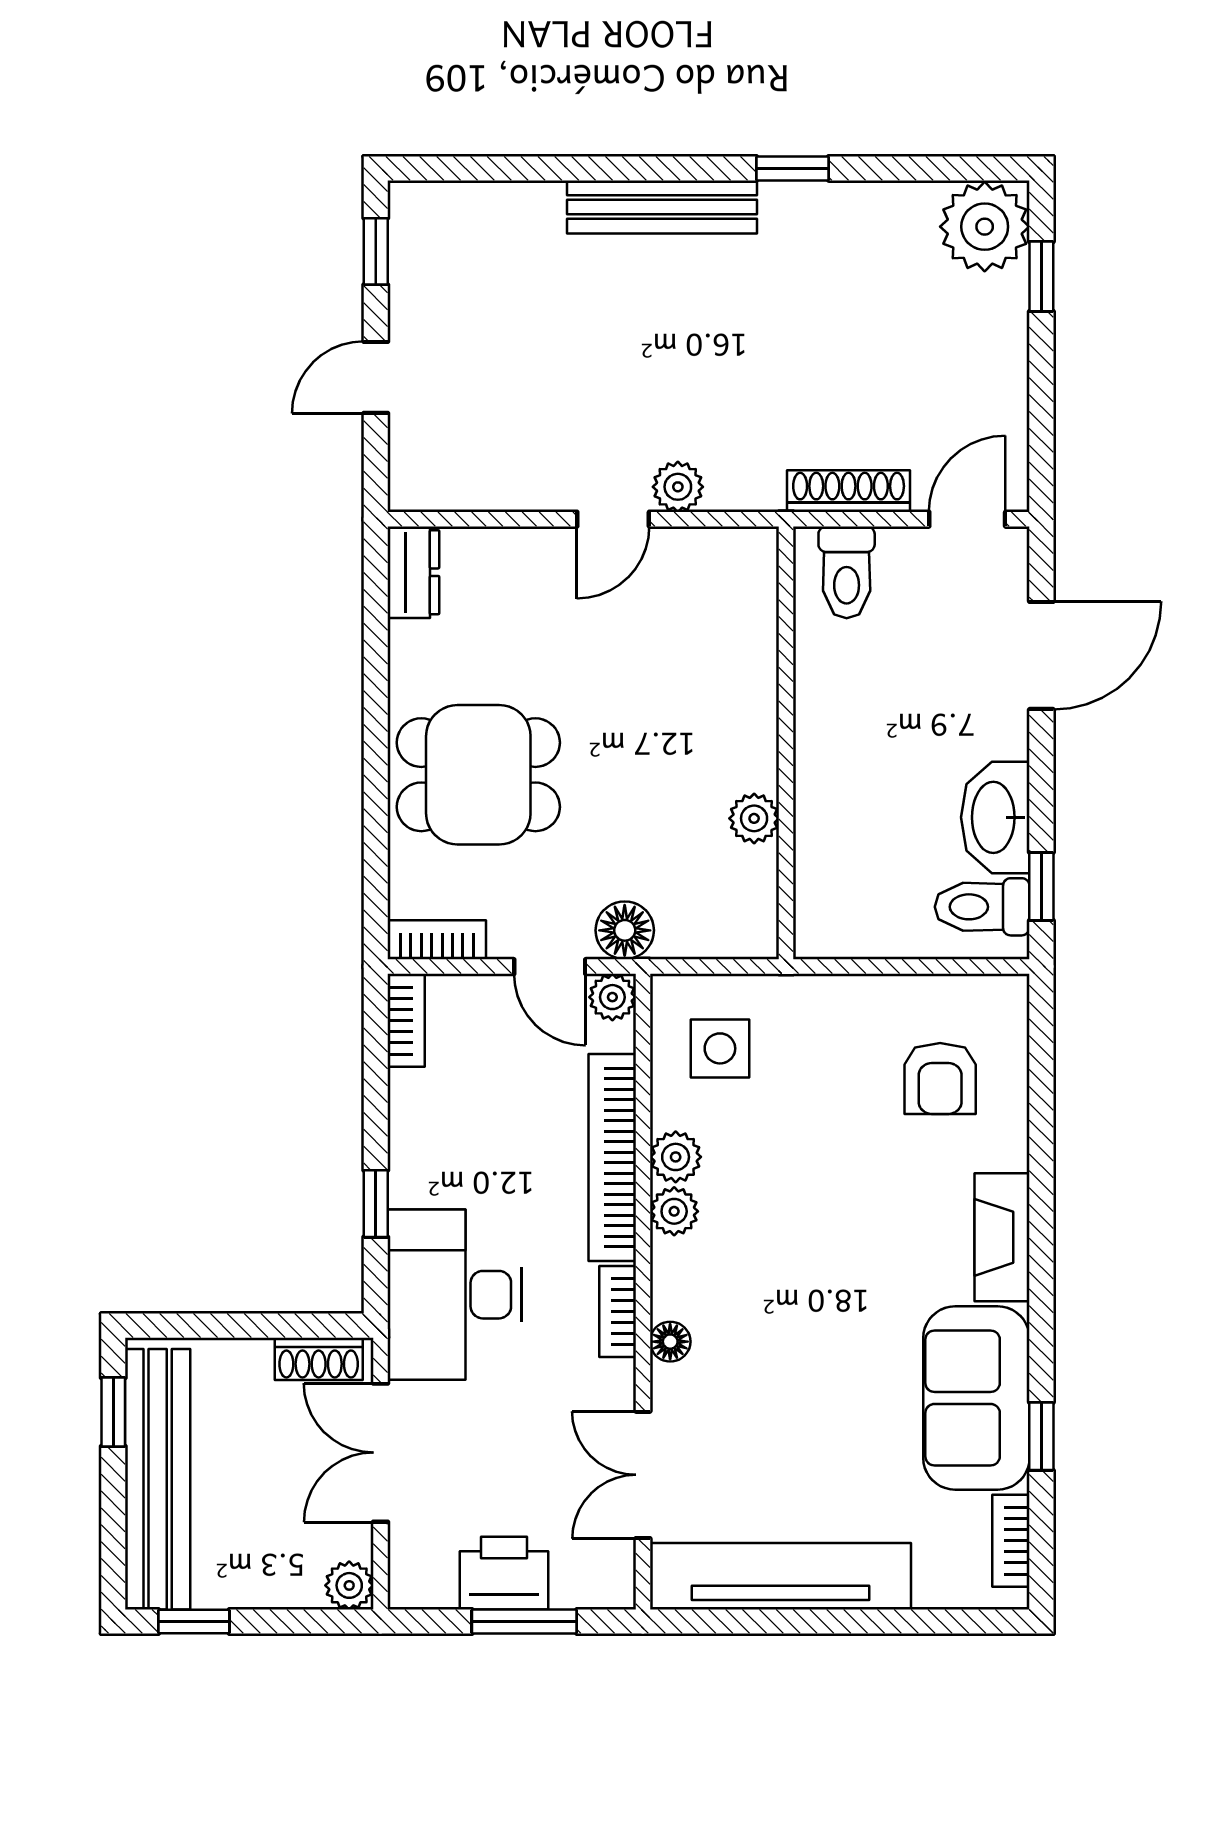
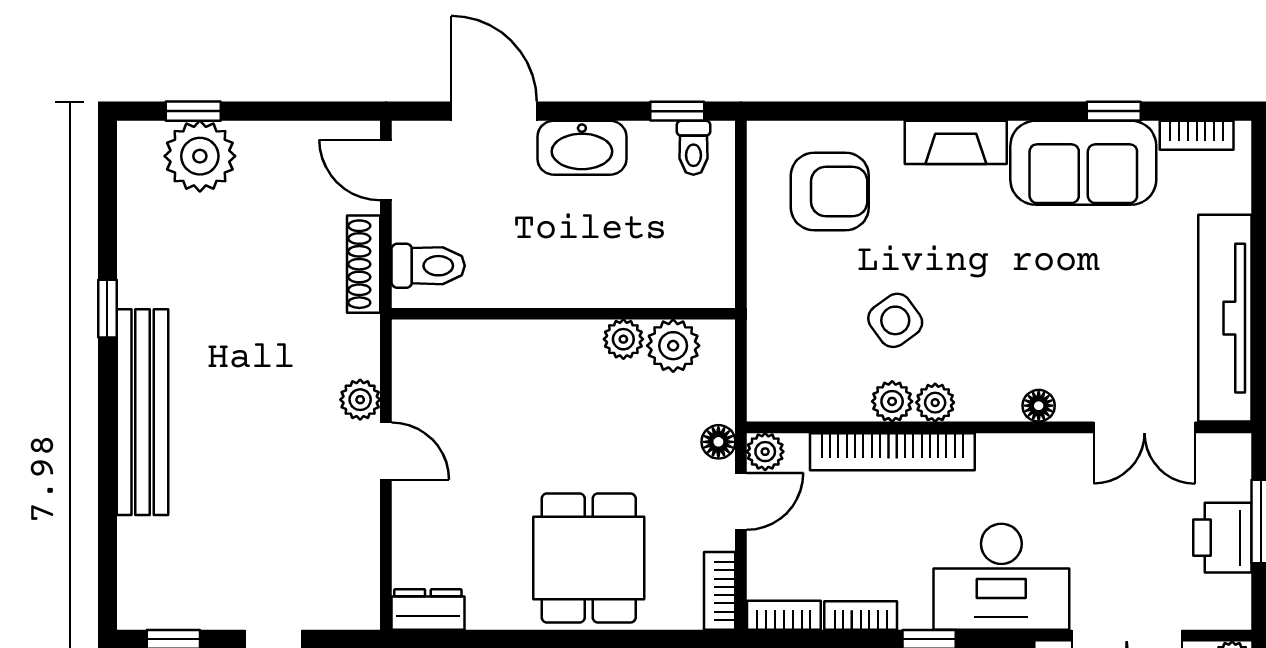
bench: (662, 207) -> (143, 412), width x1.37, depth x1.21
plant: (985, 227) -> (200, 156), moved
washbasin: (995, 817) -> (582, 148), moved
plant: (746, 881) -> (673, 346), added
toilet: (982, 907) -> (693, 148), width x0.73, depth x0.72
floor lamp: (625, 930) -> (718, 442), width x0.73, depth x0.73
side table: (720, 1048) -> (895, 320), moved, turned -36
armchair: (940, 1079) -> (830, 192), width x1.38, depth x1.38
bookcase: (618, 1312) -> (861, 615), moved, turned 180

